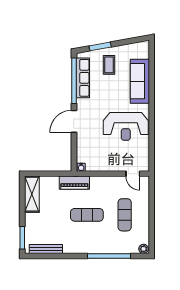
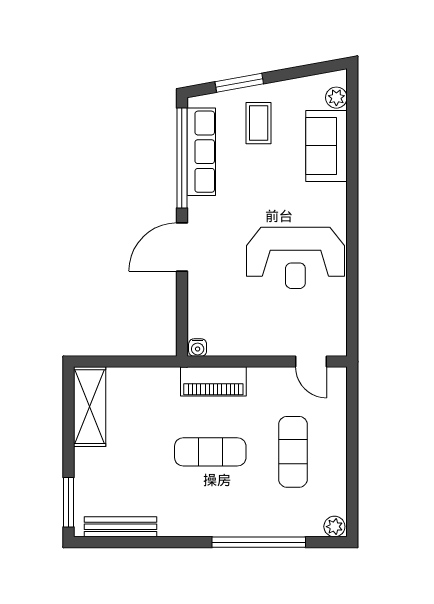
plant: (144, 53) -> (336, 98), added
sofa: (140, 81) -> (326, 146), width x0.73
piano: (74, 183) -> (213, 381), moved

